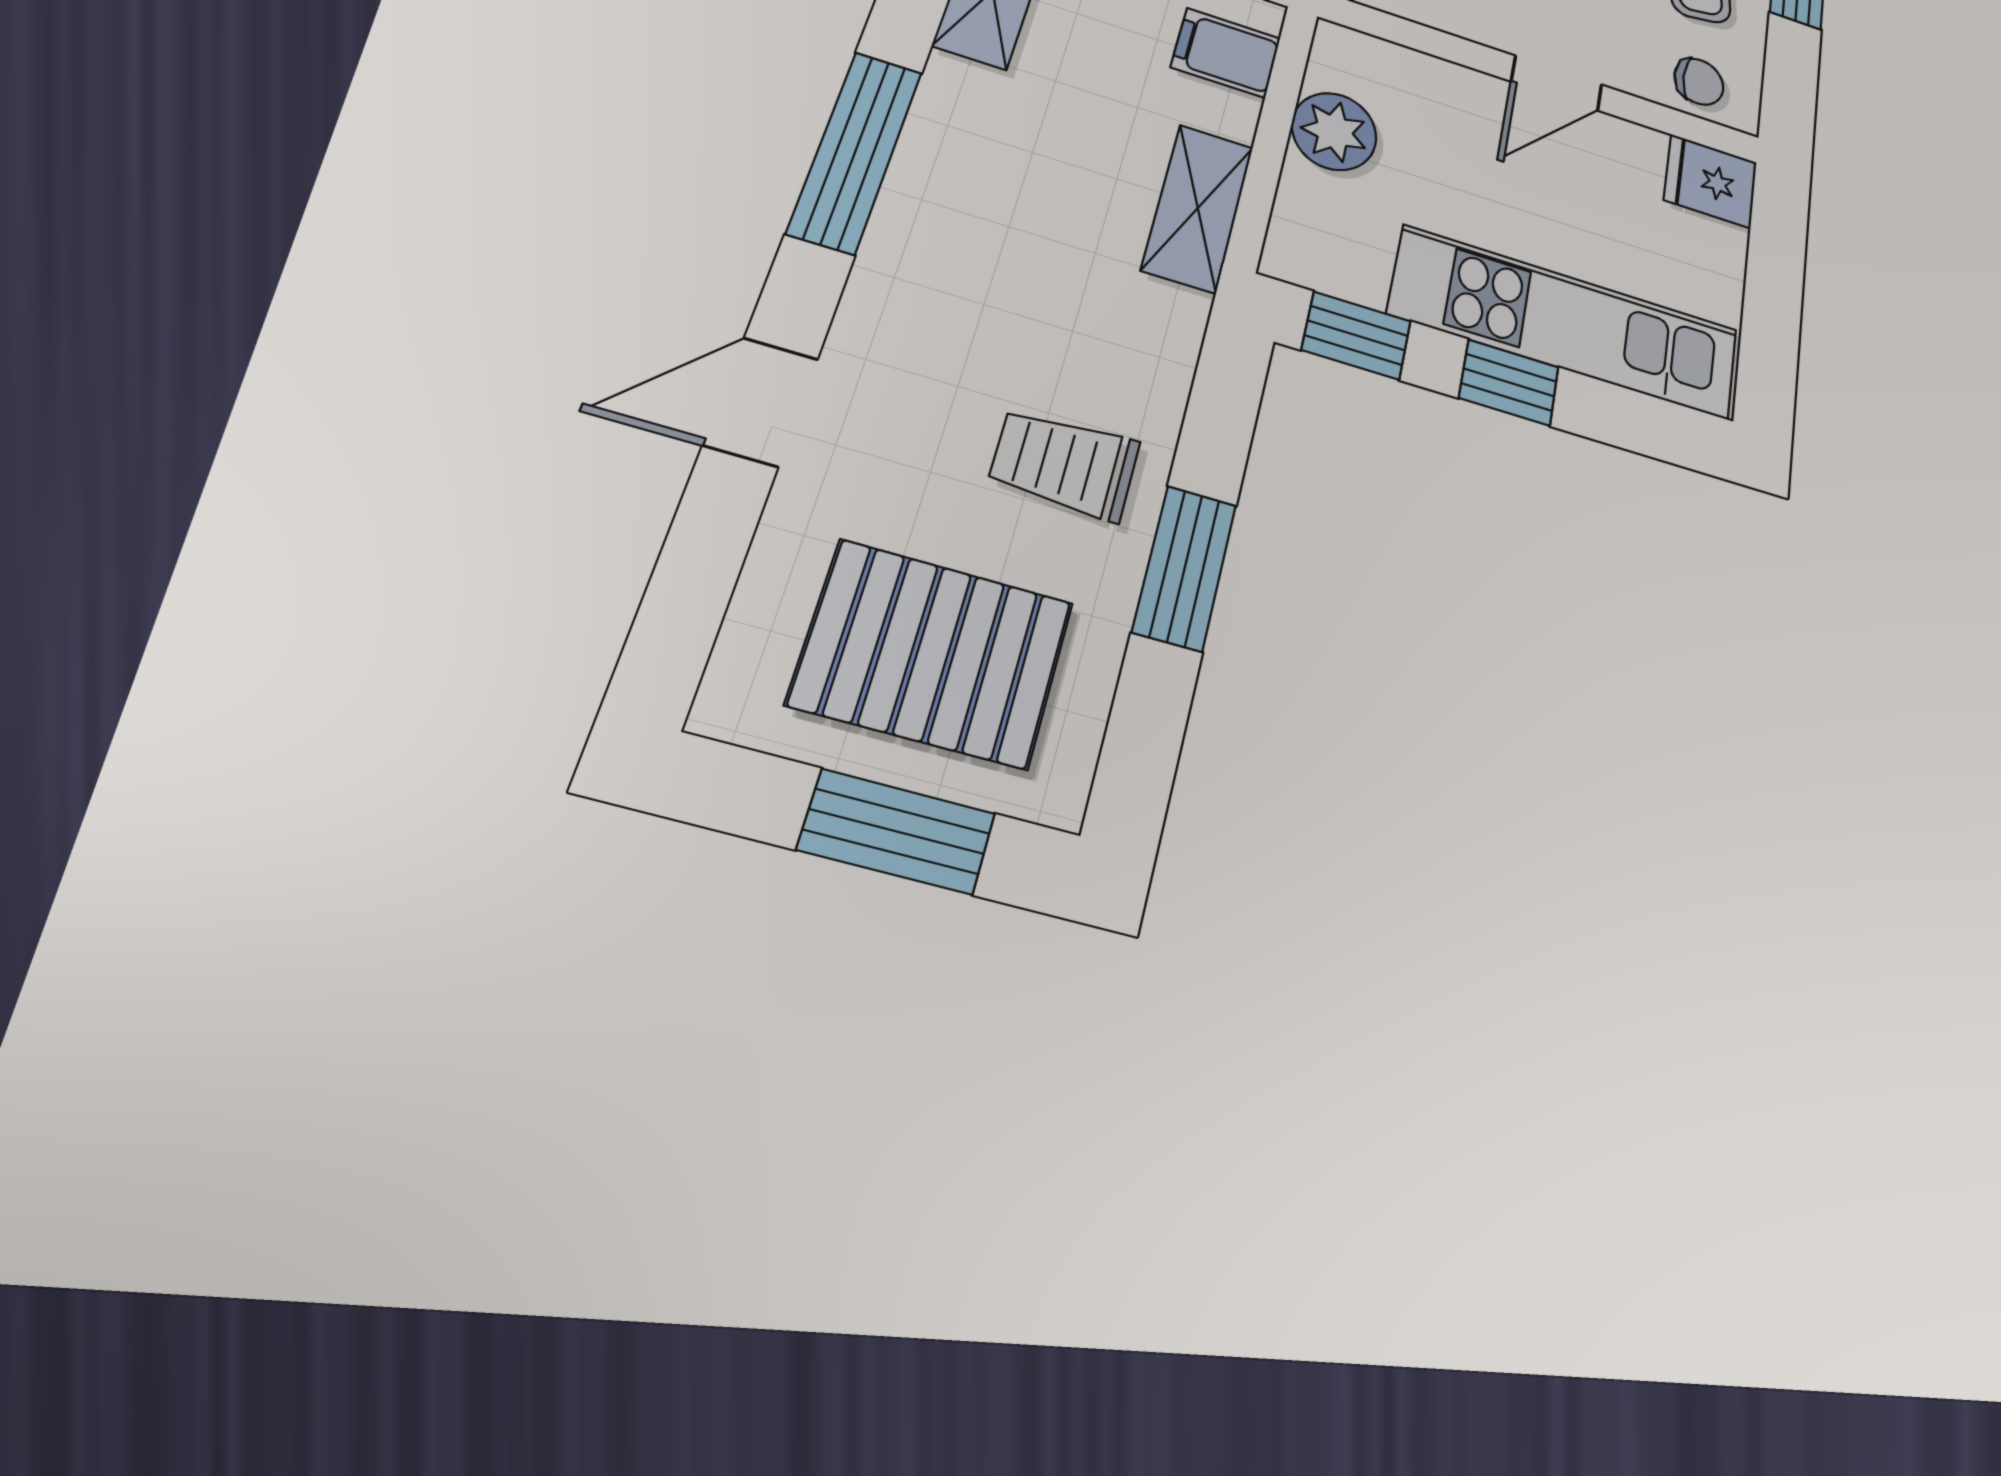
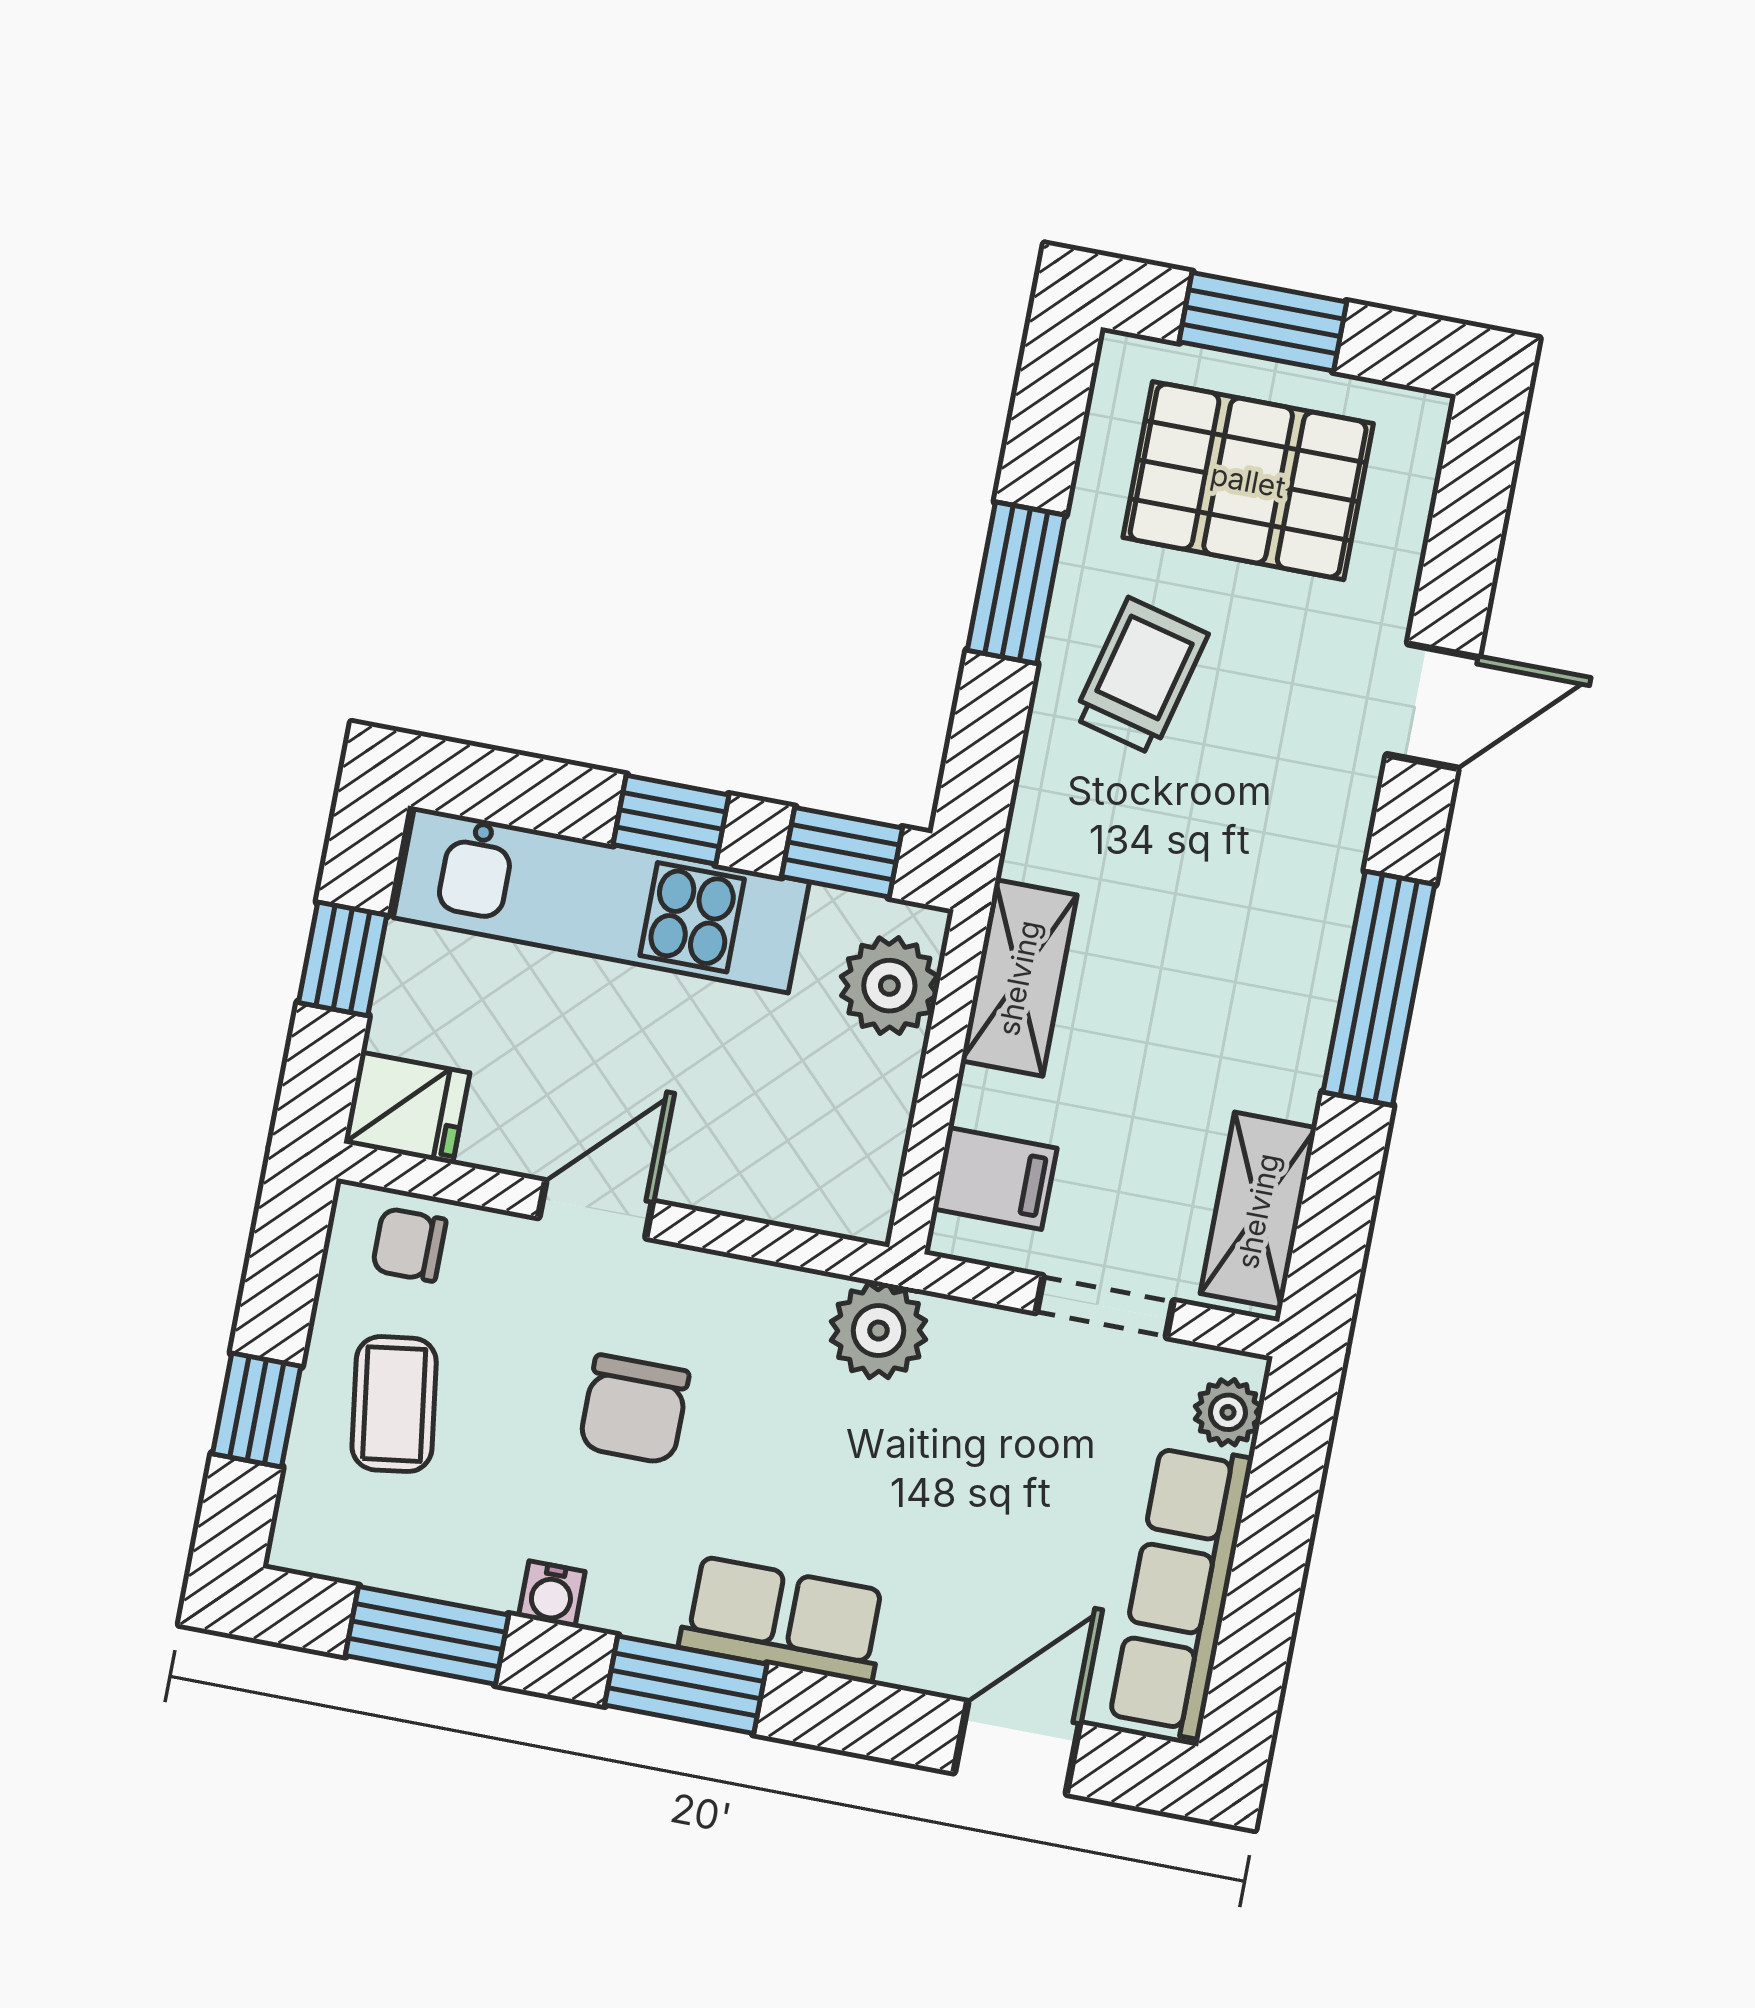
plant: (1334, 131) -> (889, 986), moved
window: (1773, 303) -> (343, 959), added
trolley: (1064, 464) -> (1141, 676), turned -76

